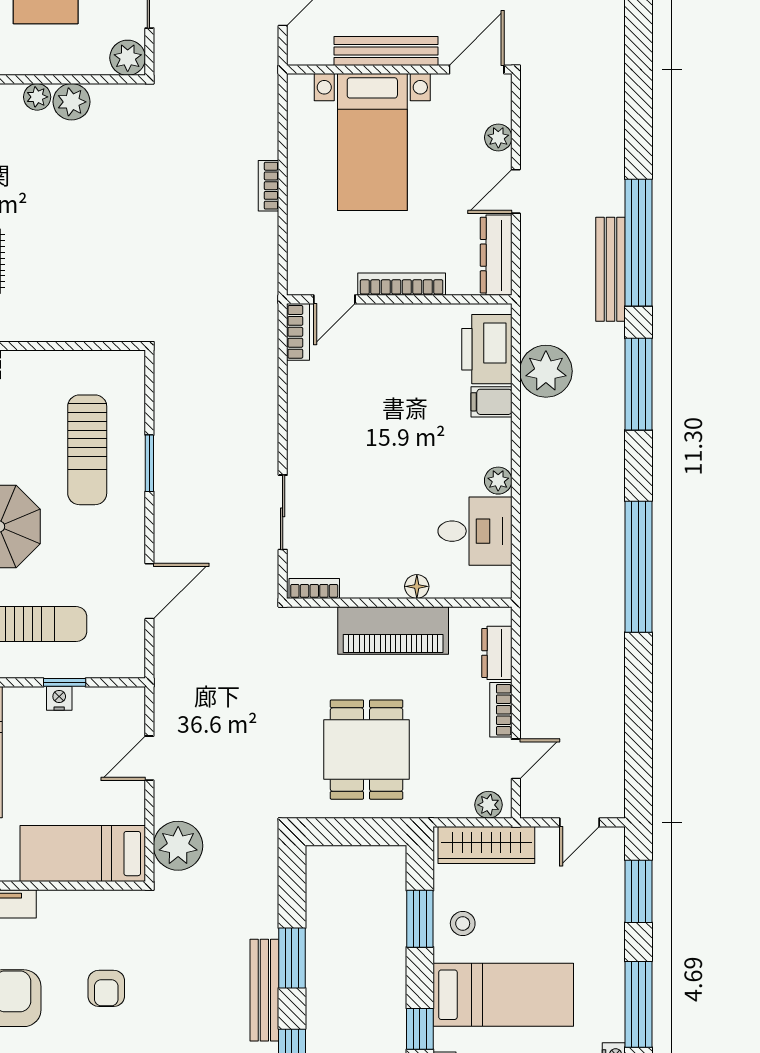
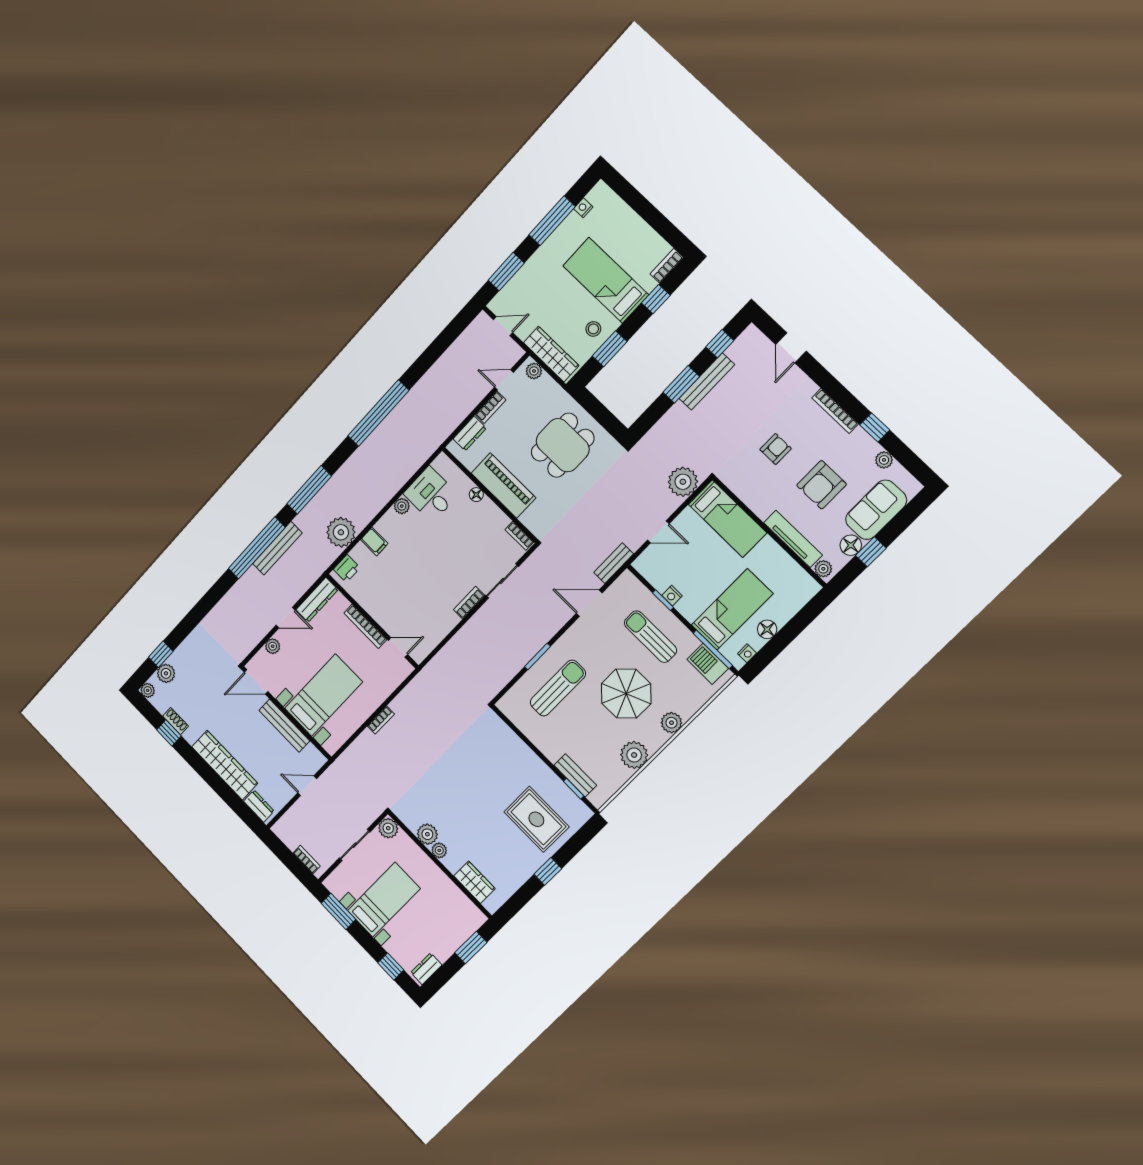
bookcase: (298, 332) -> (469, 603), moved
printer: (487, 349) -> (347, 568), width x0.53, depth x0.68
bench: (167, 668) -> (614, 563), added

